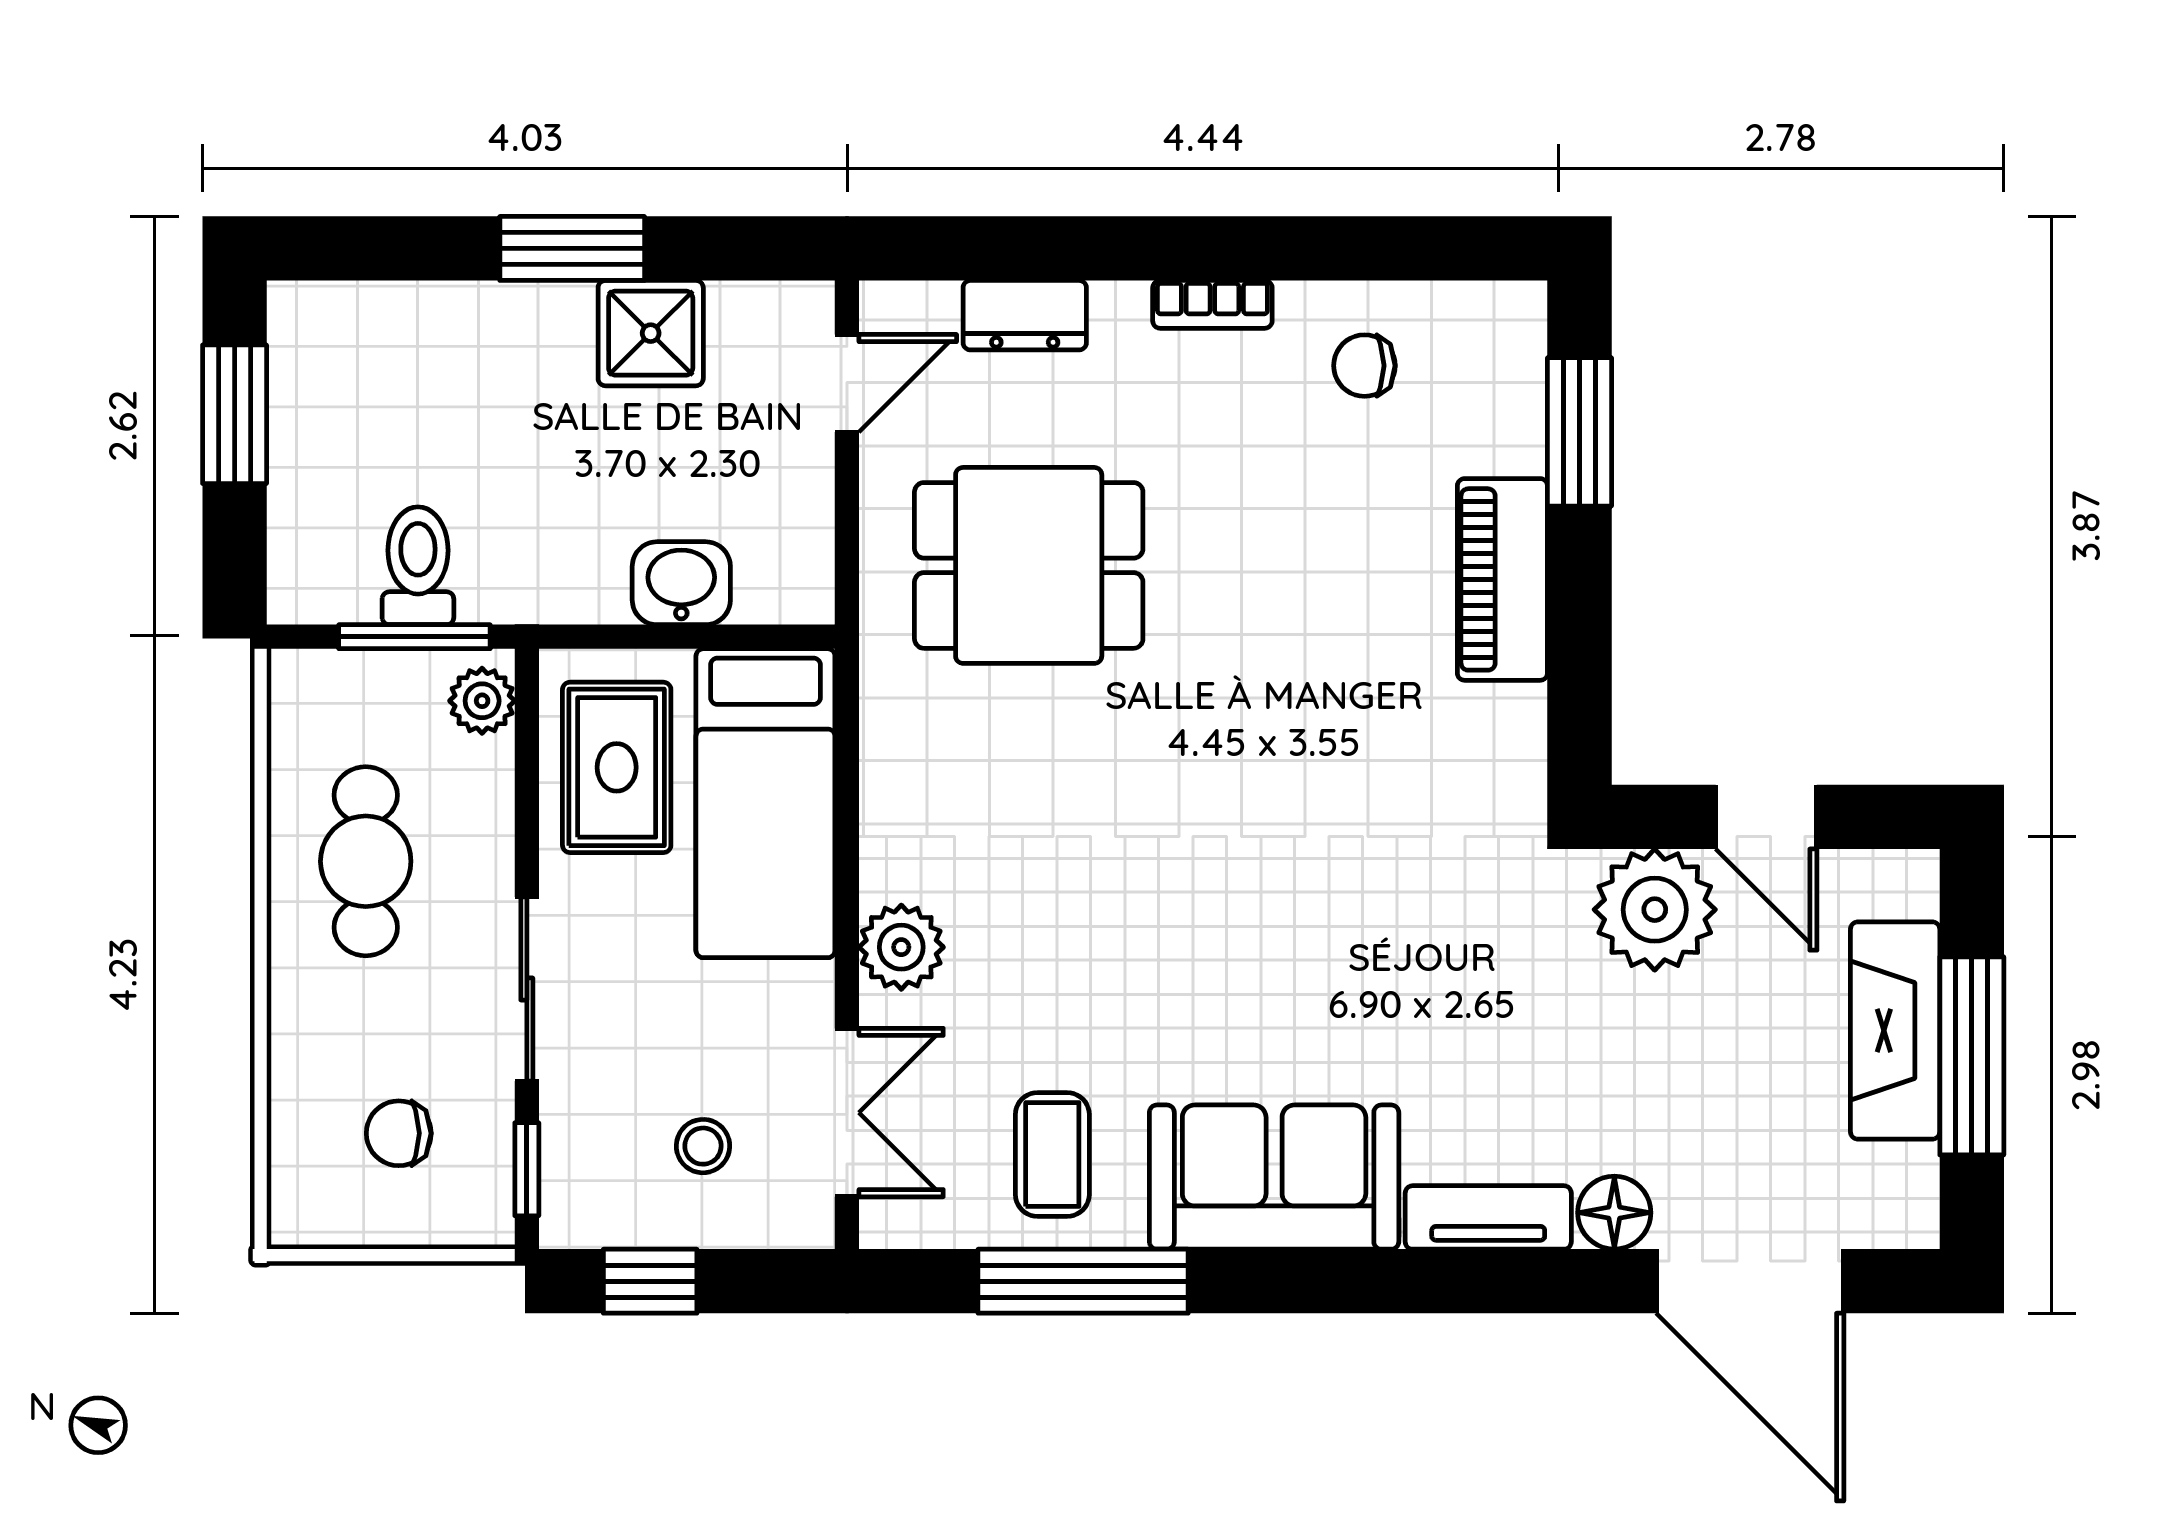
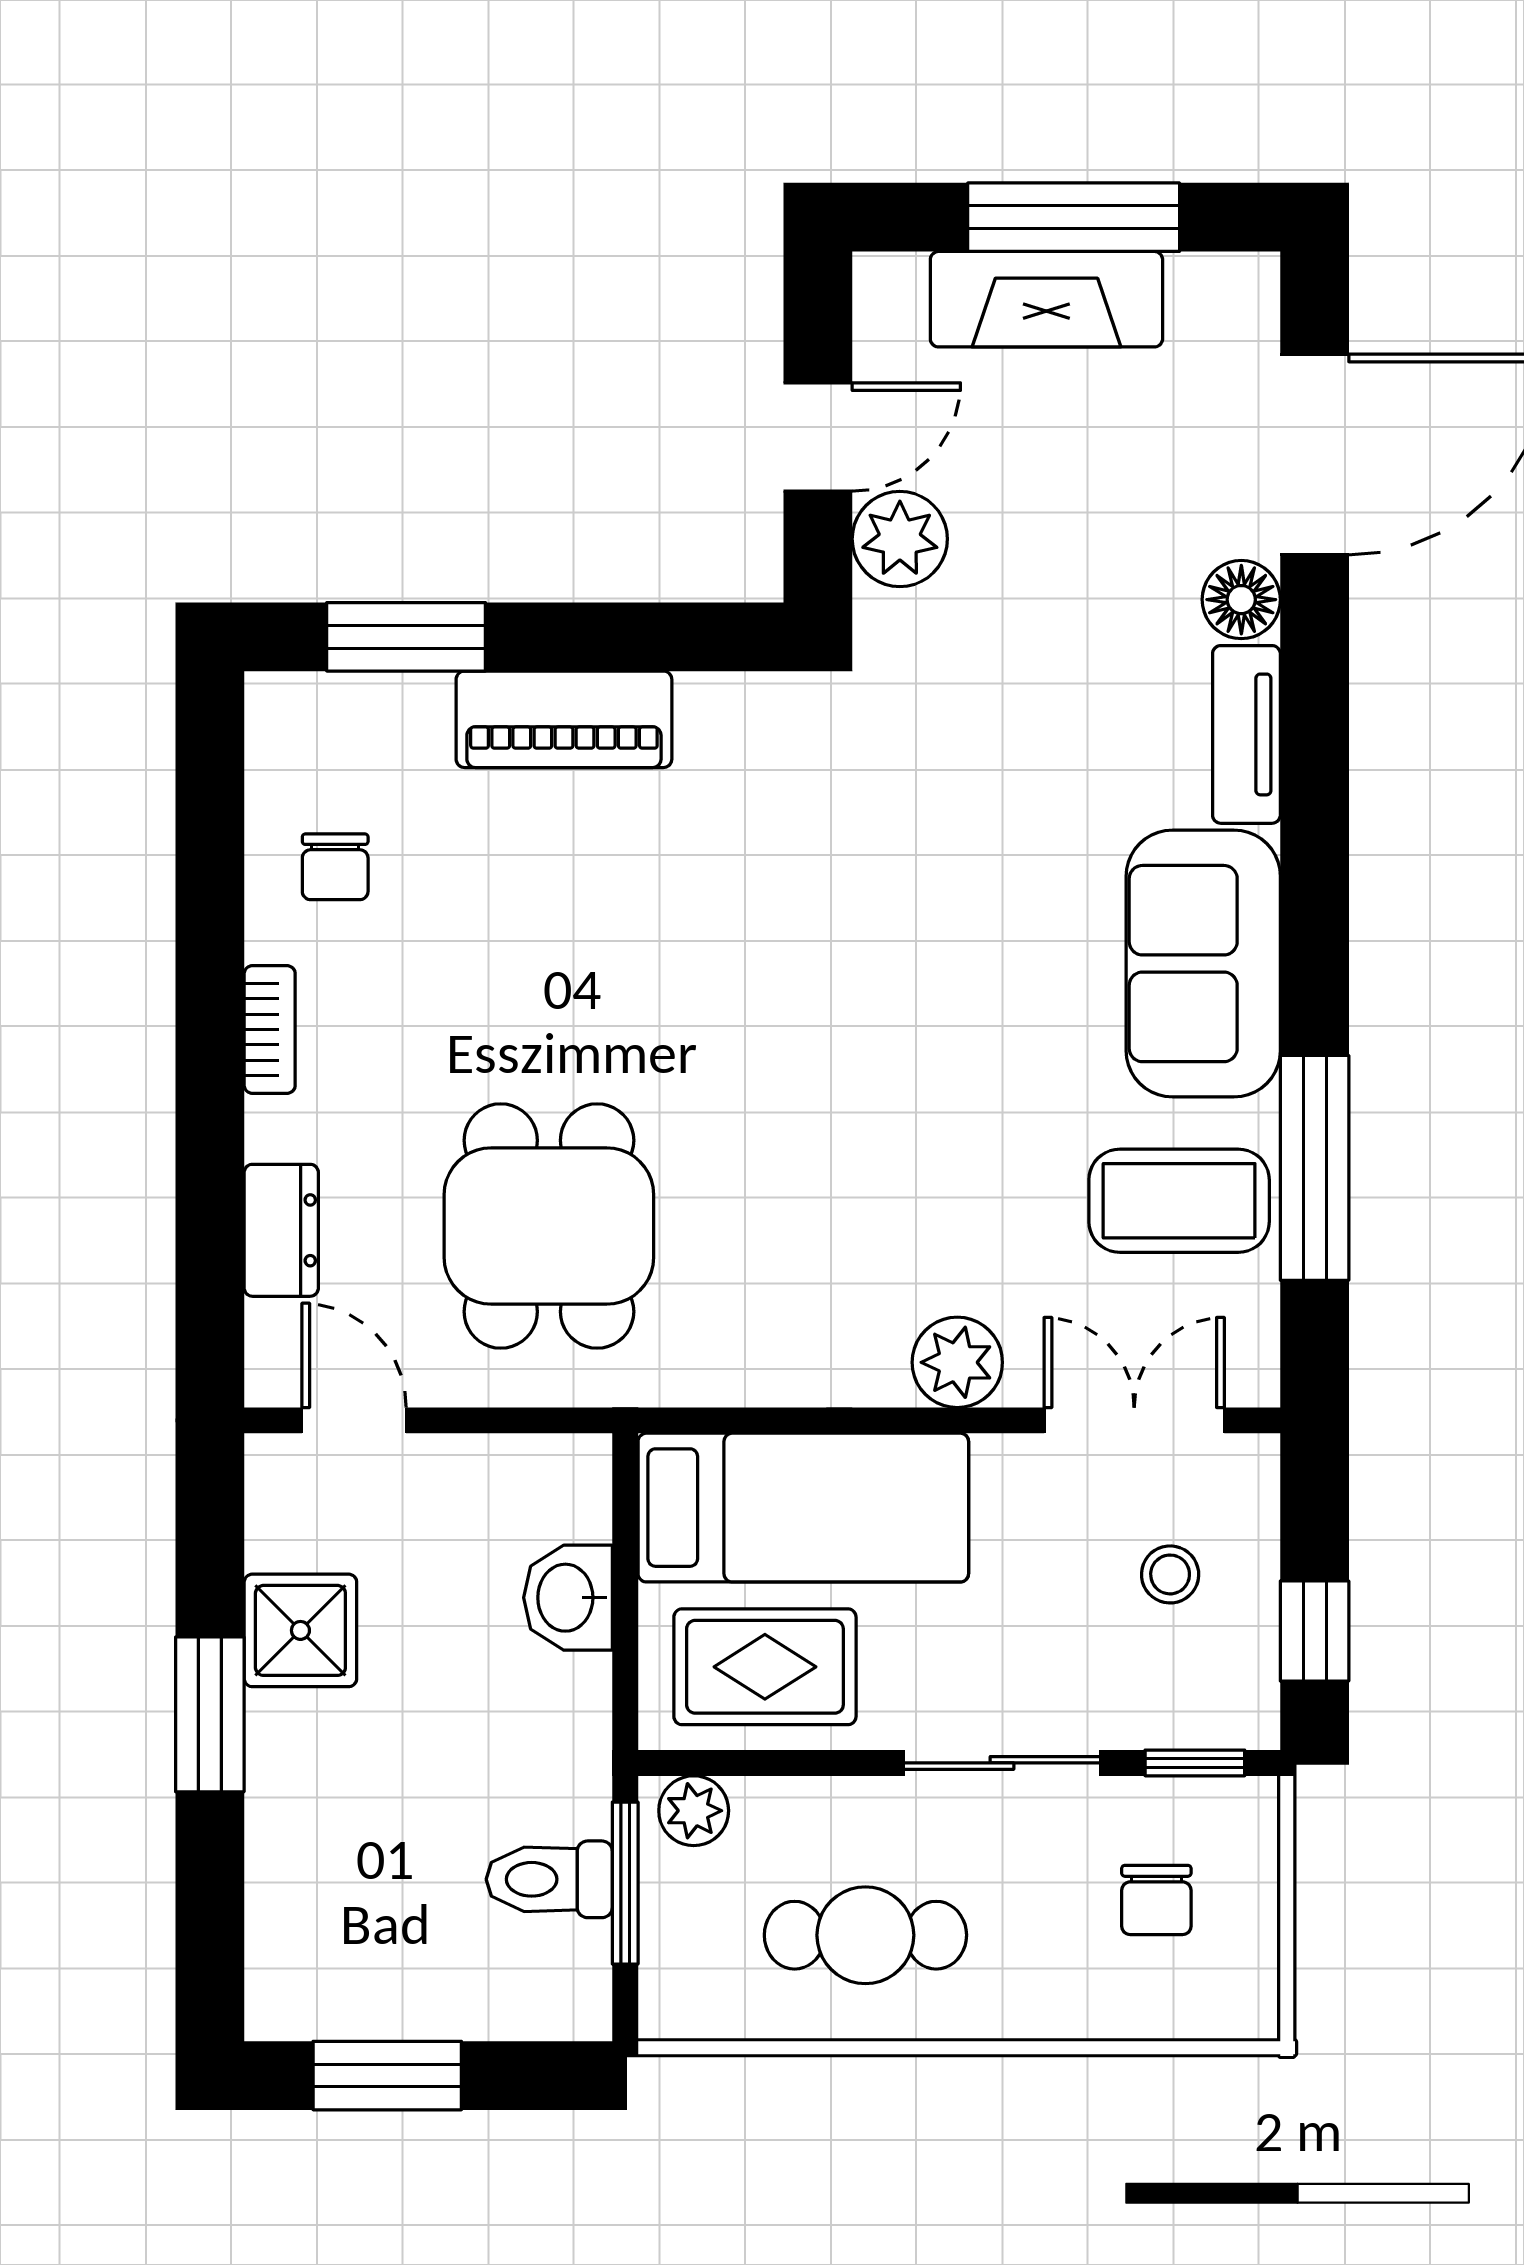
plant: (1655, 910) -> (900, 539), width x0.73, depth x0.73
coffee table: (1052, 1154) -> (1179, 1201), width x1.36, depth x1.30

